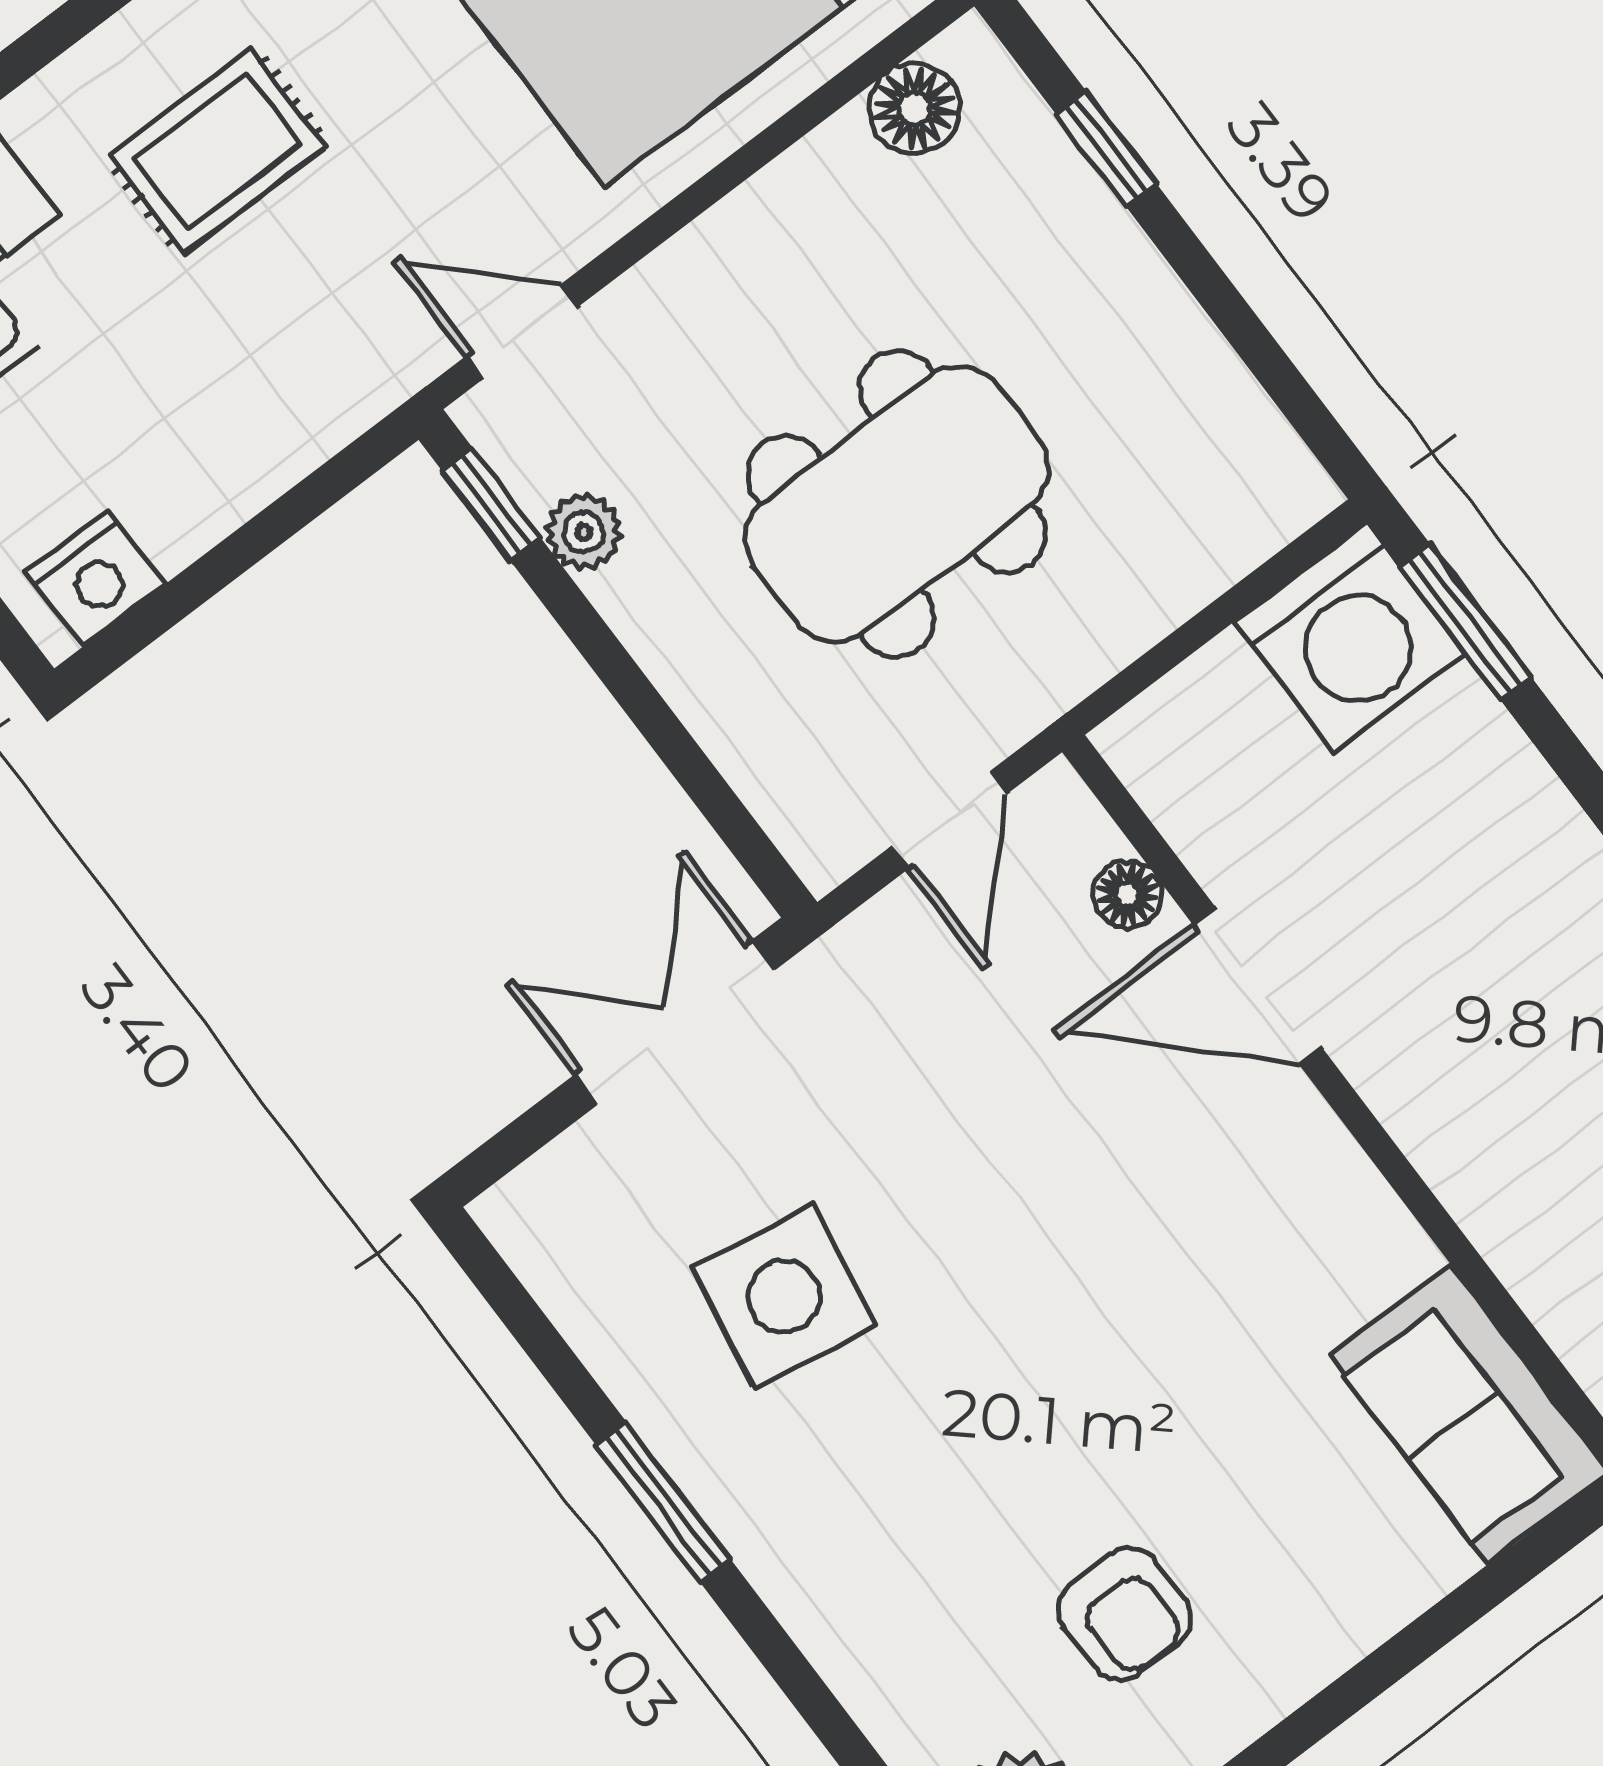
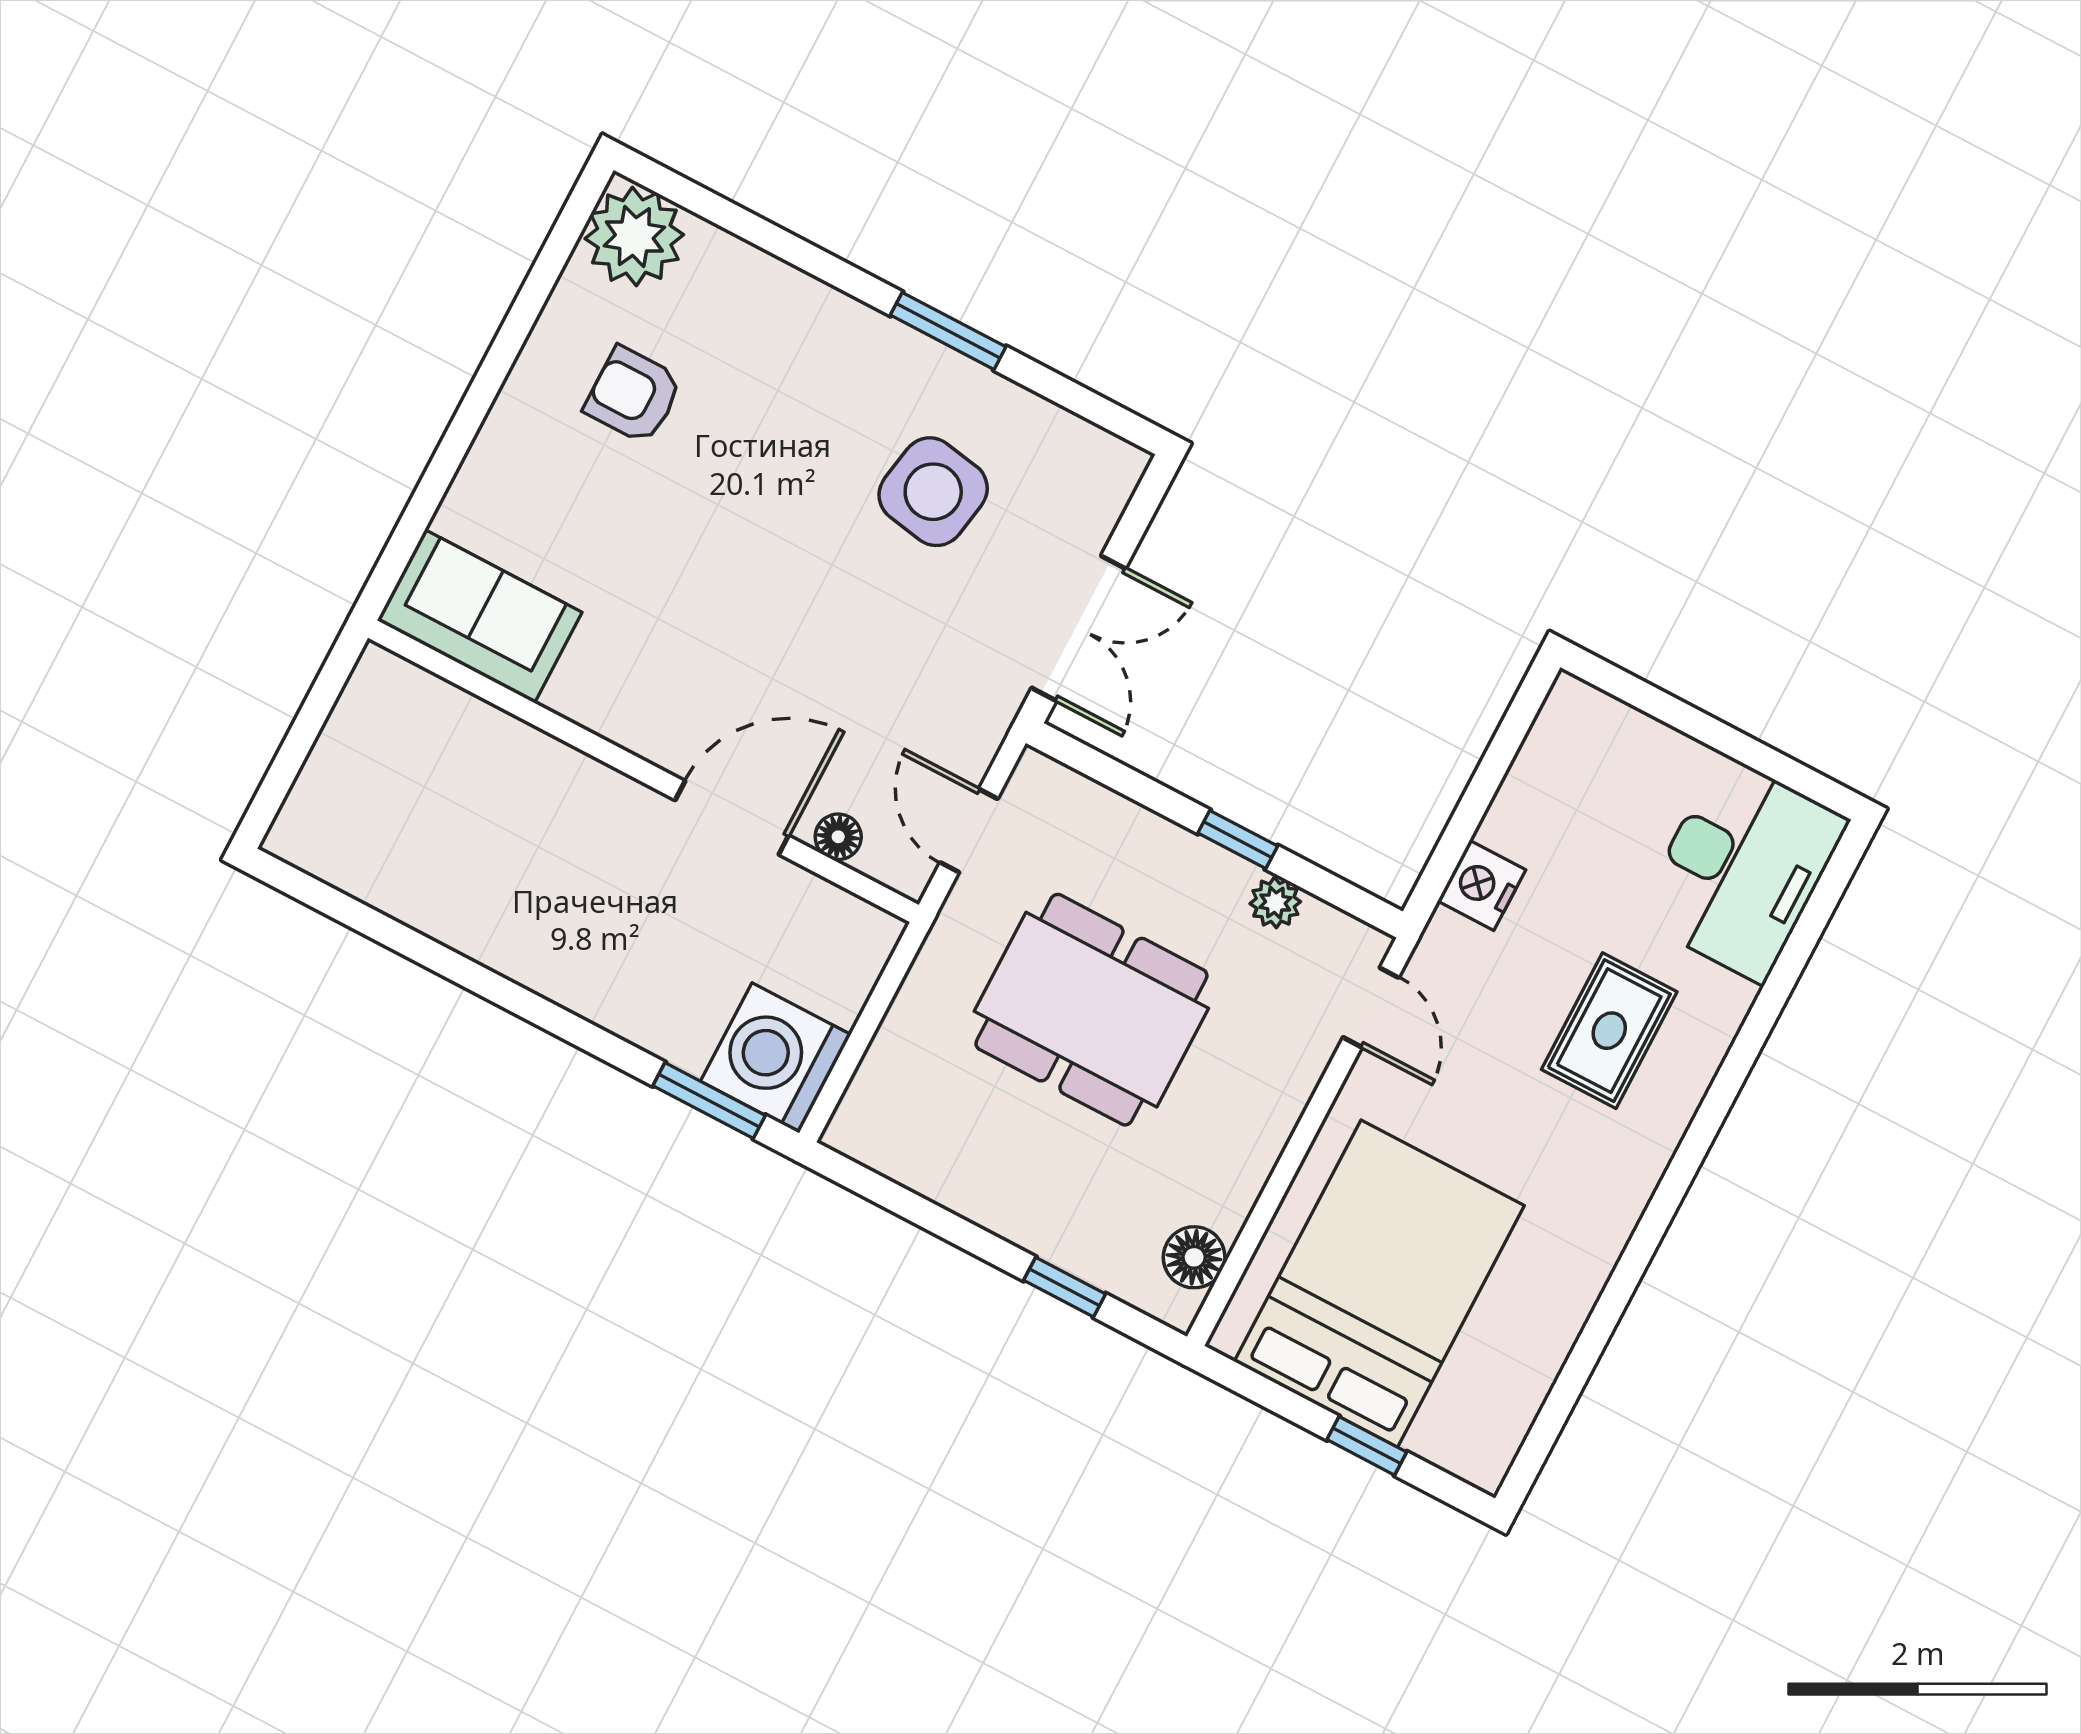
door: (521, 332) -> (1371, 1007), hinge flipped
window: (492, 504) -> (1238, 840), moved
dining table: (897, 504) -> (1091, 1010), turned 90
nightstand: (95, 579) -> (1482, 885), moved

